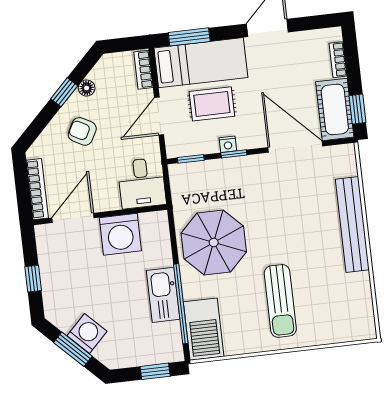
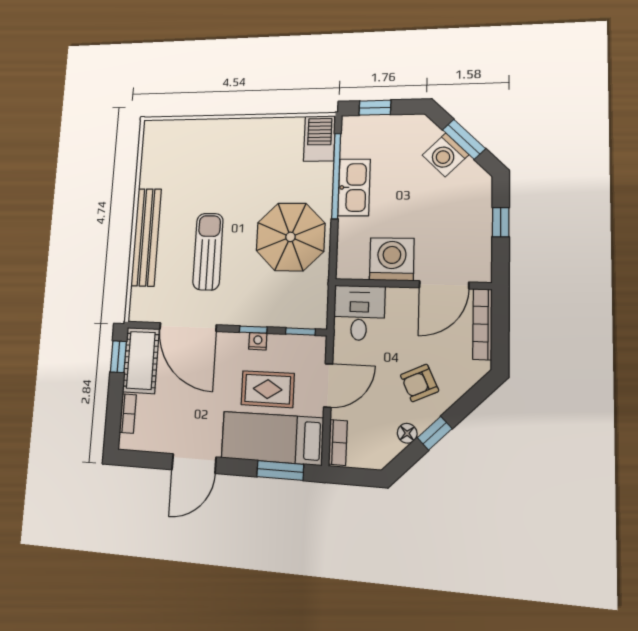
armchair: (82, 131) -> (419, 383), turned 127
sun lounger: (280, 301) -> (208, 252), moved
barbecue: (204, 329) -> (319, 138), width x0.73, depth x0.83

